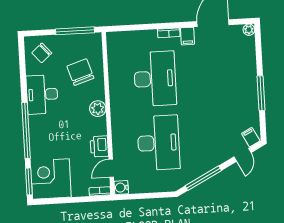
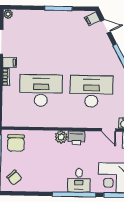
chair: (80, 72) -> (16, 143), moved, turned -72
desk: (42, 94) -> (79, 180), moved, width x0.73
printer: (99, 146) -> (76, 138), moved

